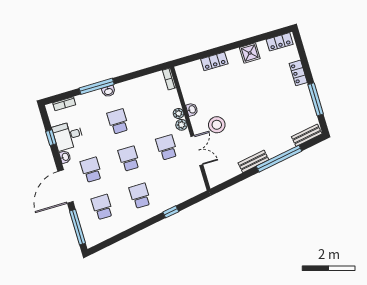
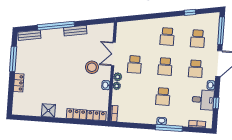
locker: (280, 42) -> (96, 116), moved
window: (171, 212) -> (190, 12), moved

